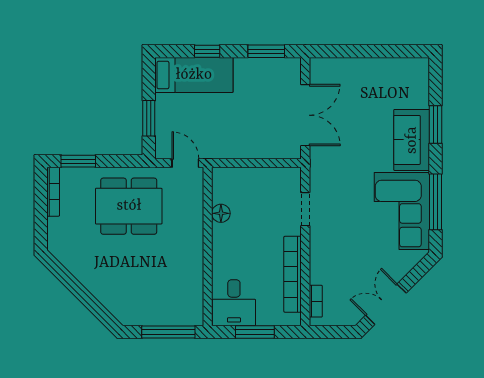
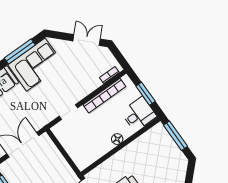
floor lamp: (221, 213) -> (117, 139), moved
double door: (386, 304) -> (87, 40), swing flipped

